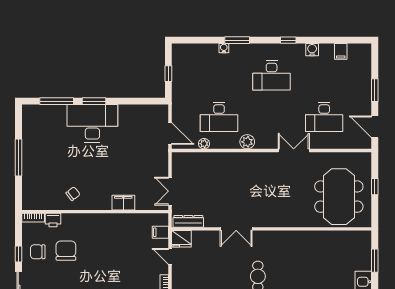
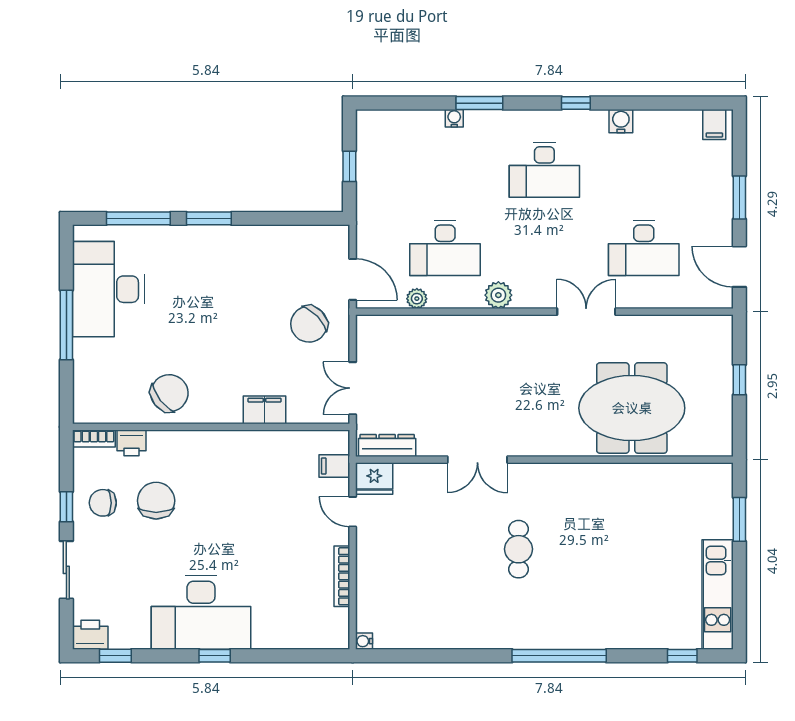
filing cabinet: (341, 51) -> (714, 124), moved
desk: (92, 123) -> (108, 289), moved, turned -90
chair: (147, 157) -> (309, 324), added
chair: (73, 194) -> (169, 393), width x1.87, depth x1.87
meeting table: (339, 197) -> (632, 408), moved, turned 90

